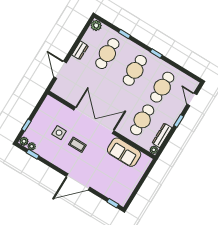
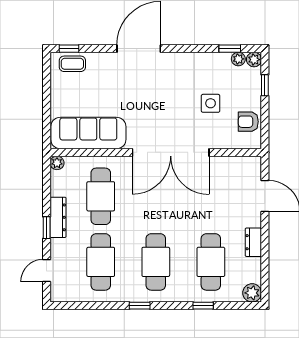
door: (192, 99) -> (47, 271), swing flipped
armchair: (46, 112) -> (248, 122), added
dresser: (162, 135) -> (58, 217), moved
coffee table: (77, 145) -> (72, 64), moved
sofa: (124, 152) -> (88, 133), width x1.36

